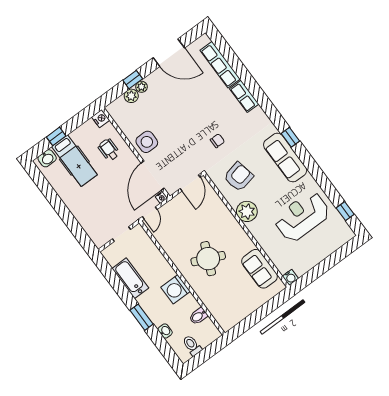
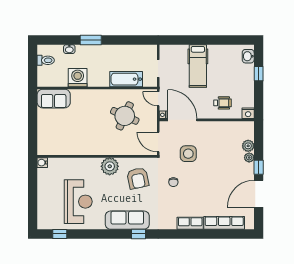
window: (133, 80) -> (259, 167), moved
side table: (147, 142) -> (188, 154), moved
hospital bed: (74, 161) -> (198, 66), moved, turned -90
round table: (208, 259) -> (125, 116), moved
sofa: (260, 269) -> (54, 99), moved, turned 180
bathtub: (130, 278) -> (126, 79), moved, turned 180
washing machine: (176, 289) -> (78, 78), moved
bidet: (198, 316) -> (63, 80), removed

